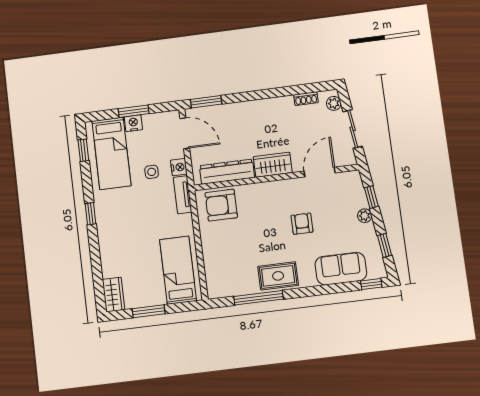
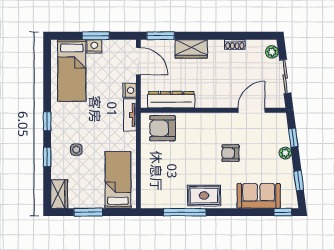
shoe rack: (306, 99) -> (235, 45), moved
window: (83, 150) -> (47, 157), moved
wardrobe: (273, 165) -> (191, 49), moved, turned 180
side table: (152, 172) -> (76, 150), moved
armchair: (302, 224) -> (230, 153), turned -90

